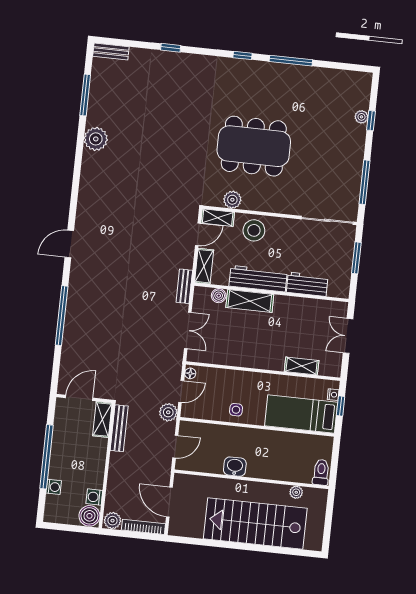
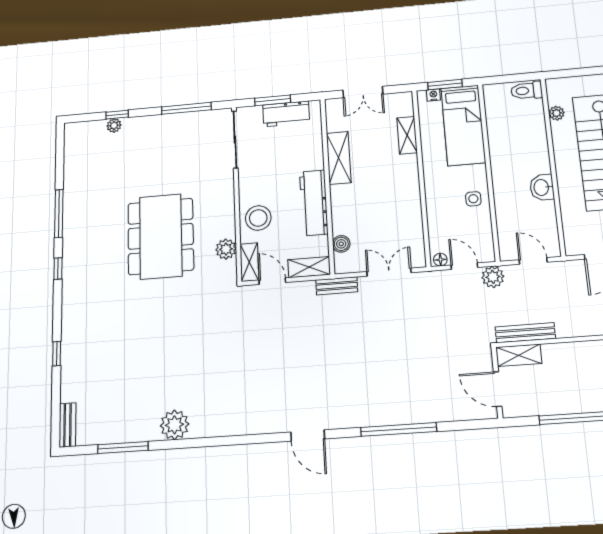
workbench: (307, 284) -> (286, 114), moved, turned -90
shelving: (250, 301) -> (339, 158), moved
window: (341, 406) -> (445, 85), width x1.50

